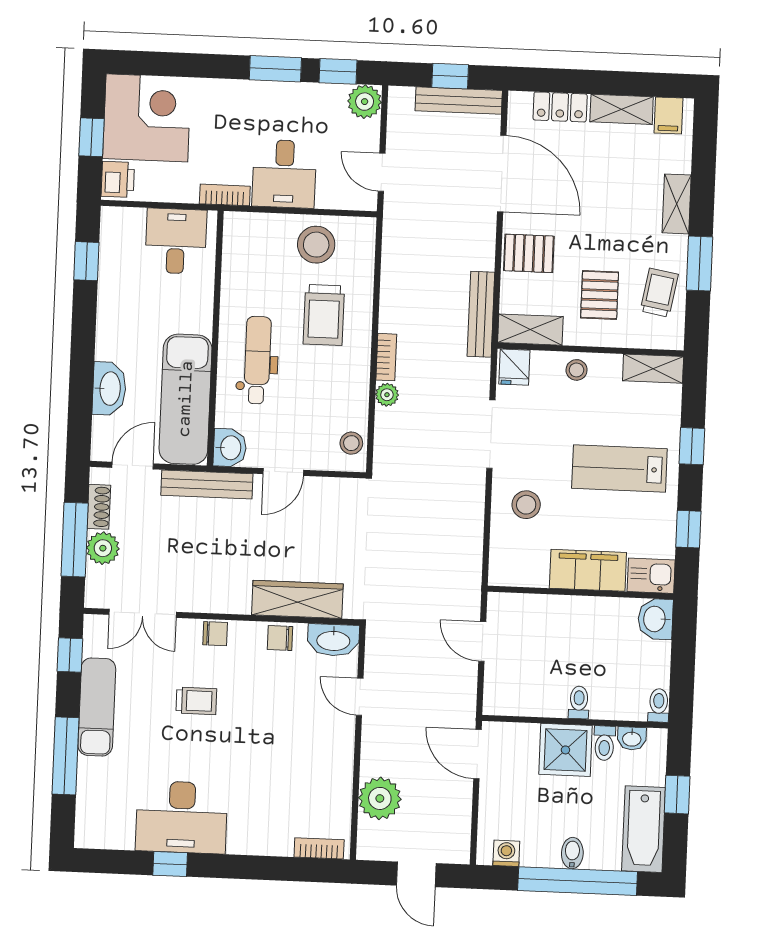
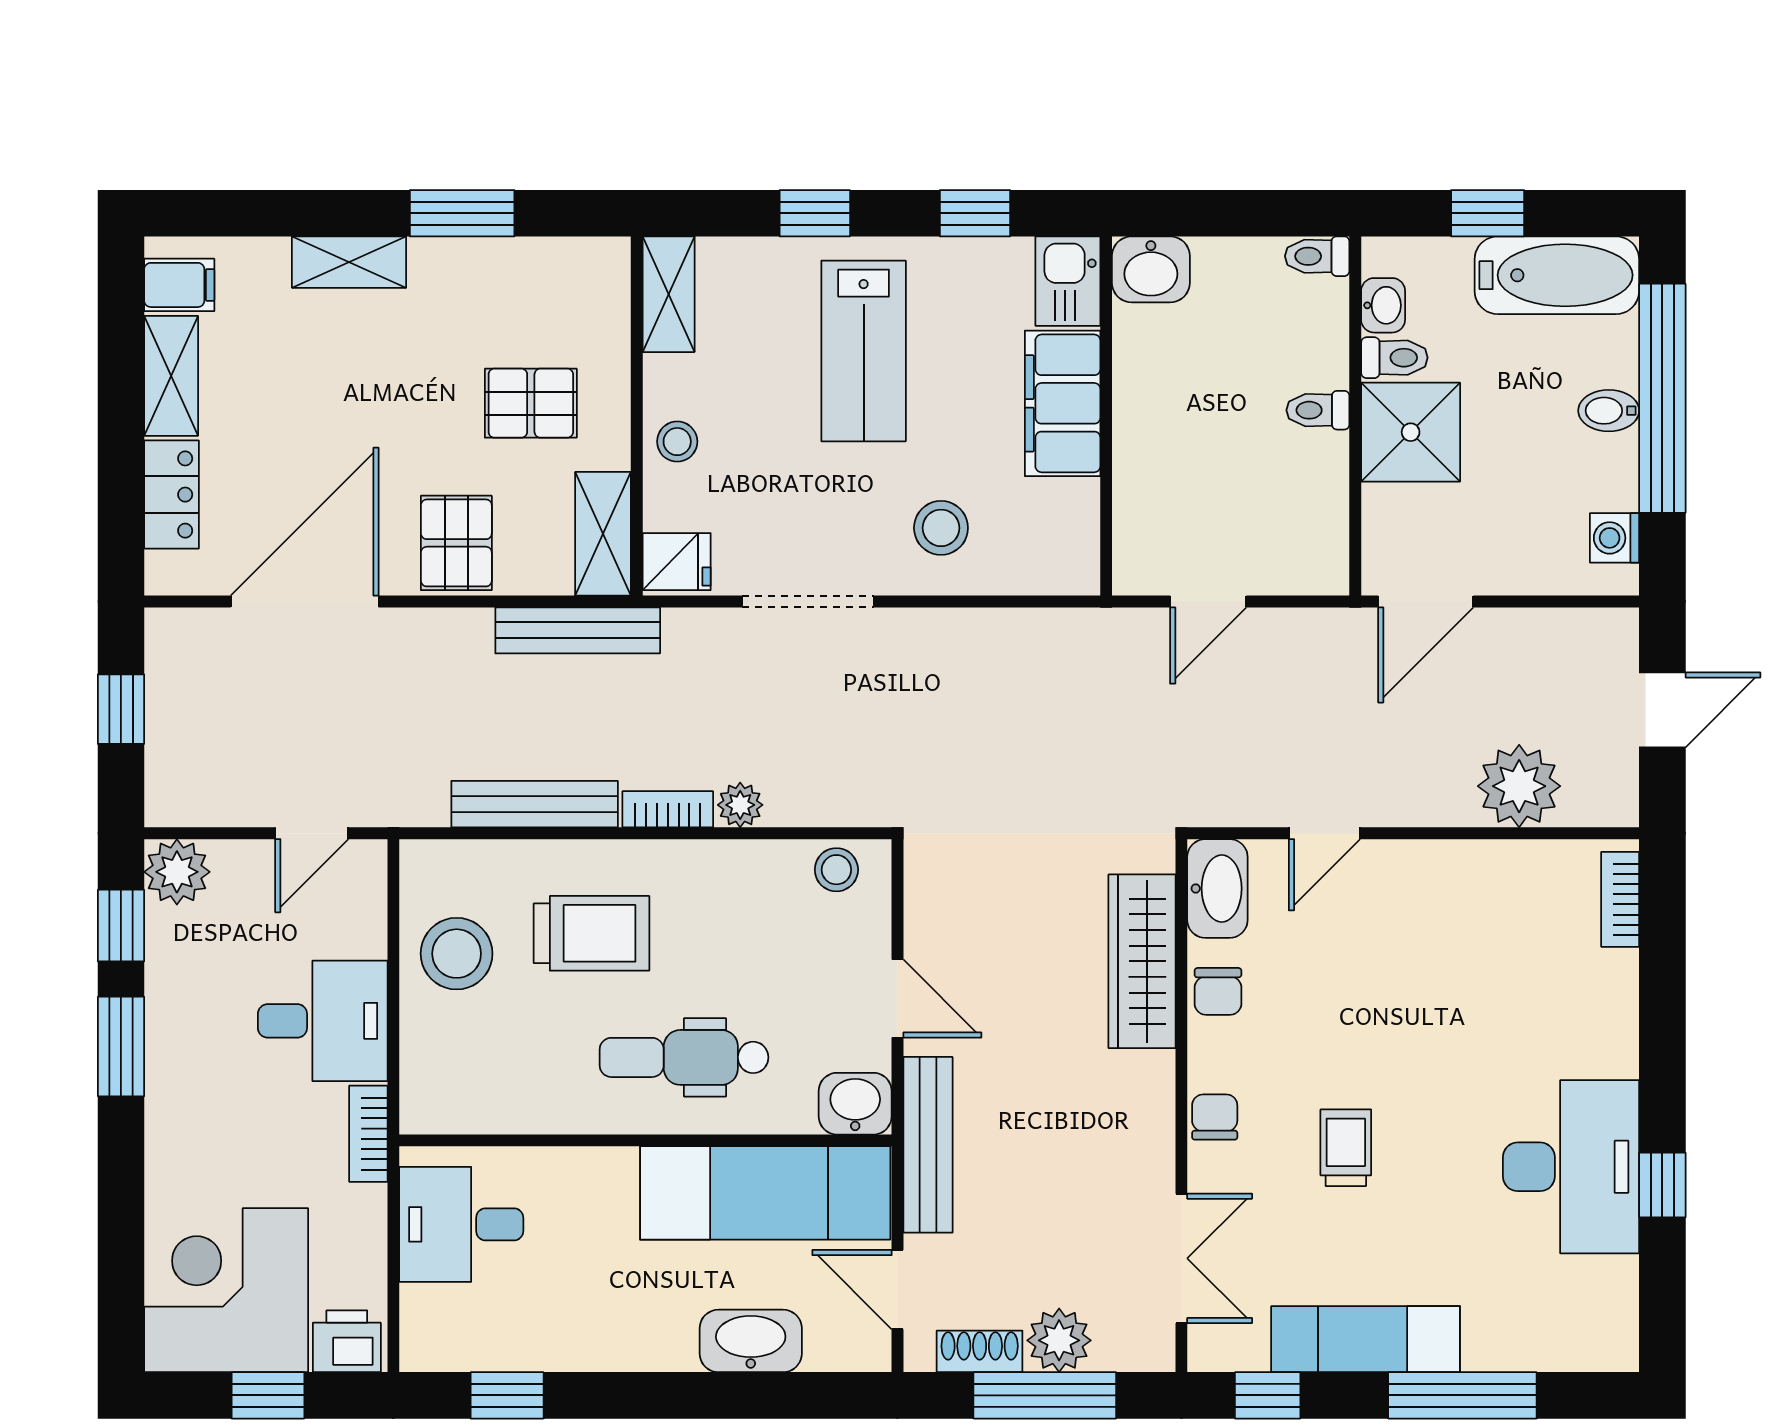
bench: (459, 101) -> (535, 804), moved, turned 90
trolley: (659, 293) -> (521, 288), removed

